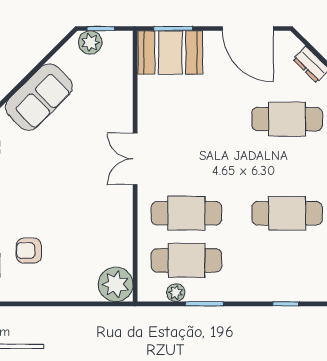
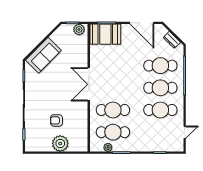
plant: (90, 42) -> (79, 29), moved
double door: (135, 159) -> (89, 84), width x1.37
cafe table: (287, 166) -> (160, 88), added
armchair: (29, 251) -> (56, 120), moved
plant: (116, 284) -> (60, 143), moved

